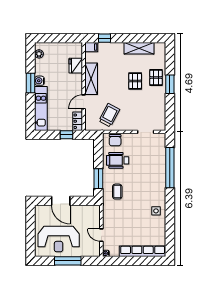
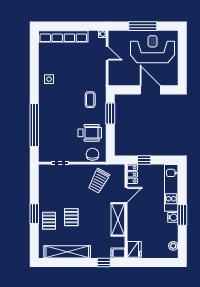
shelving: (139, 48) -> (67, 252), width x1.47
fridge: (76, 66) -> (134, 249), moved

